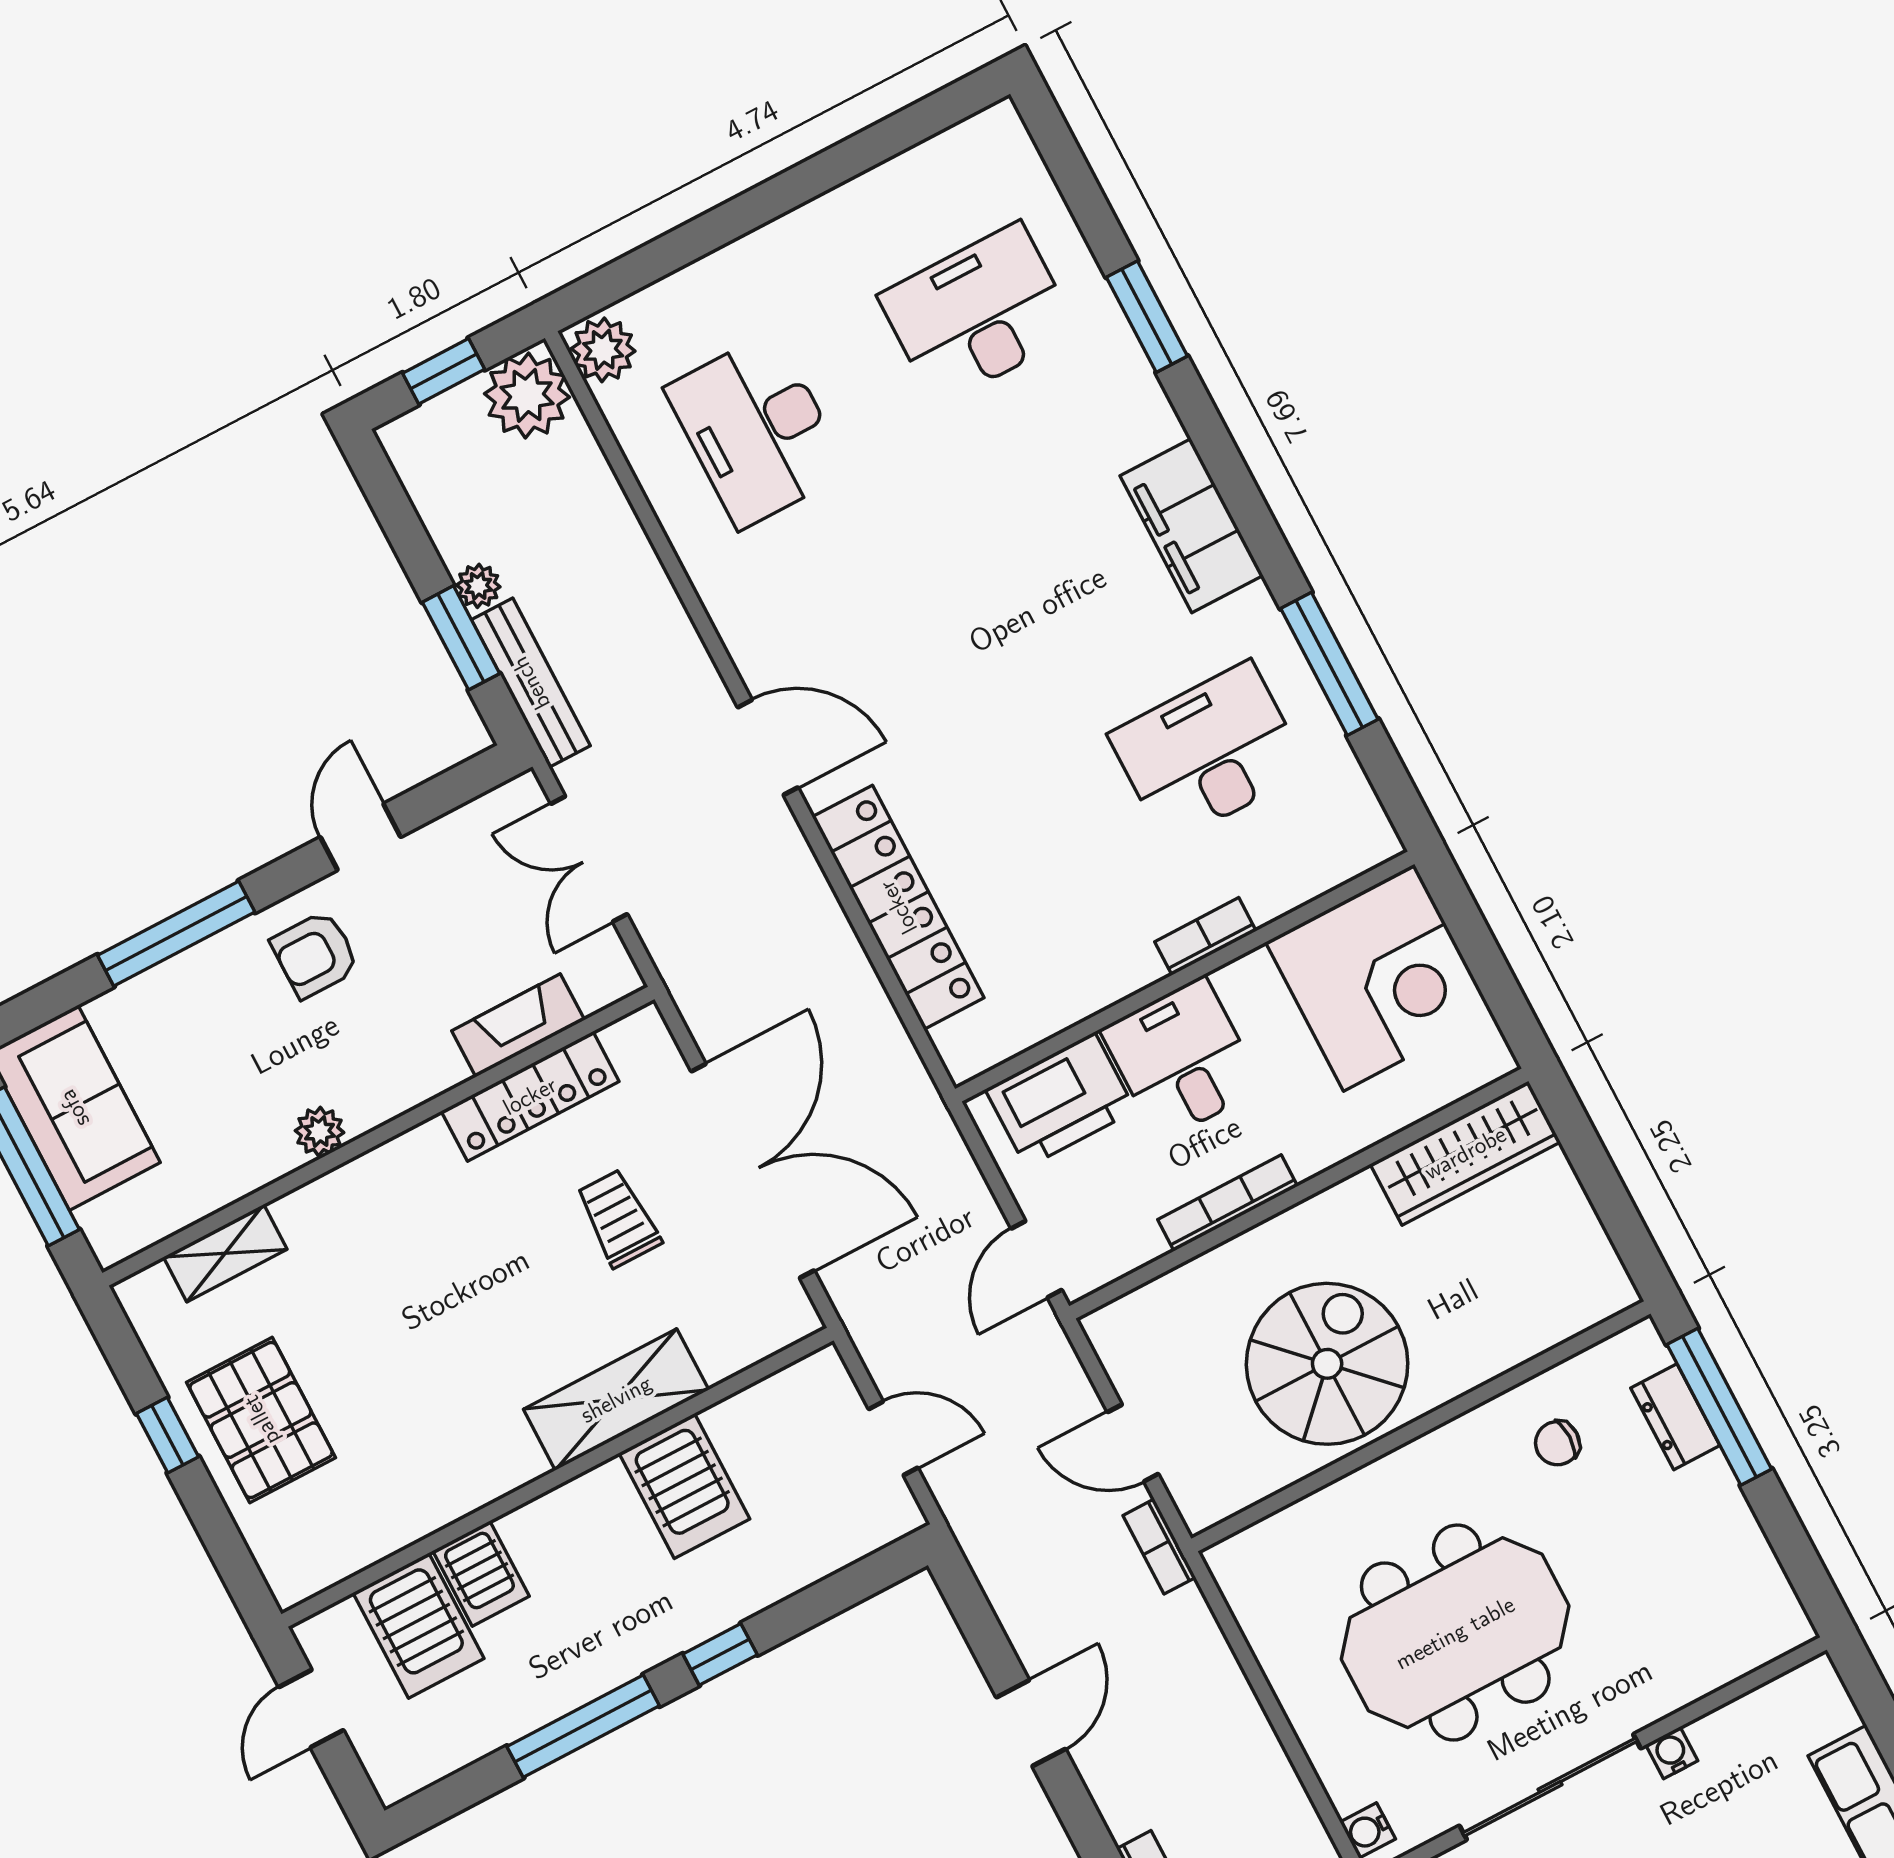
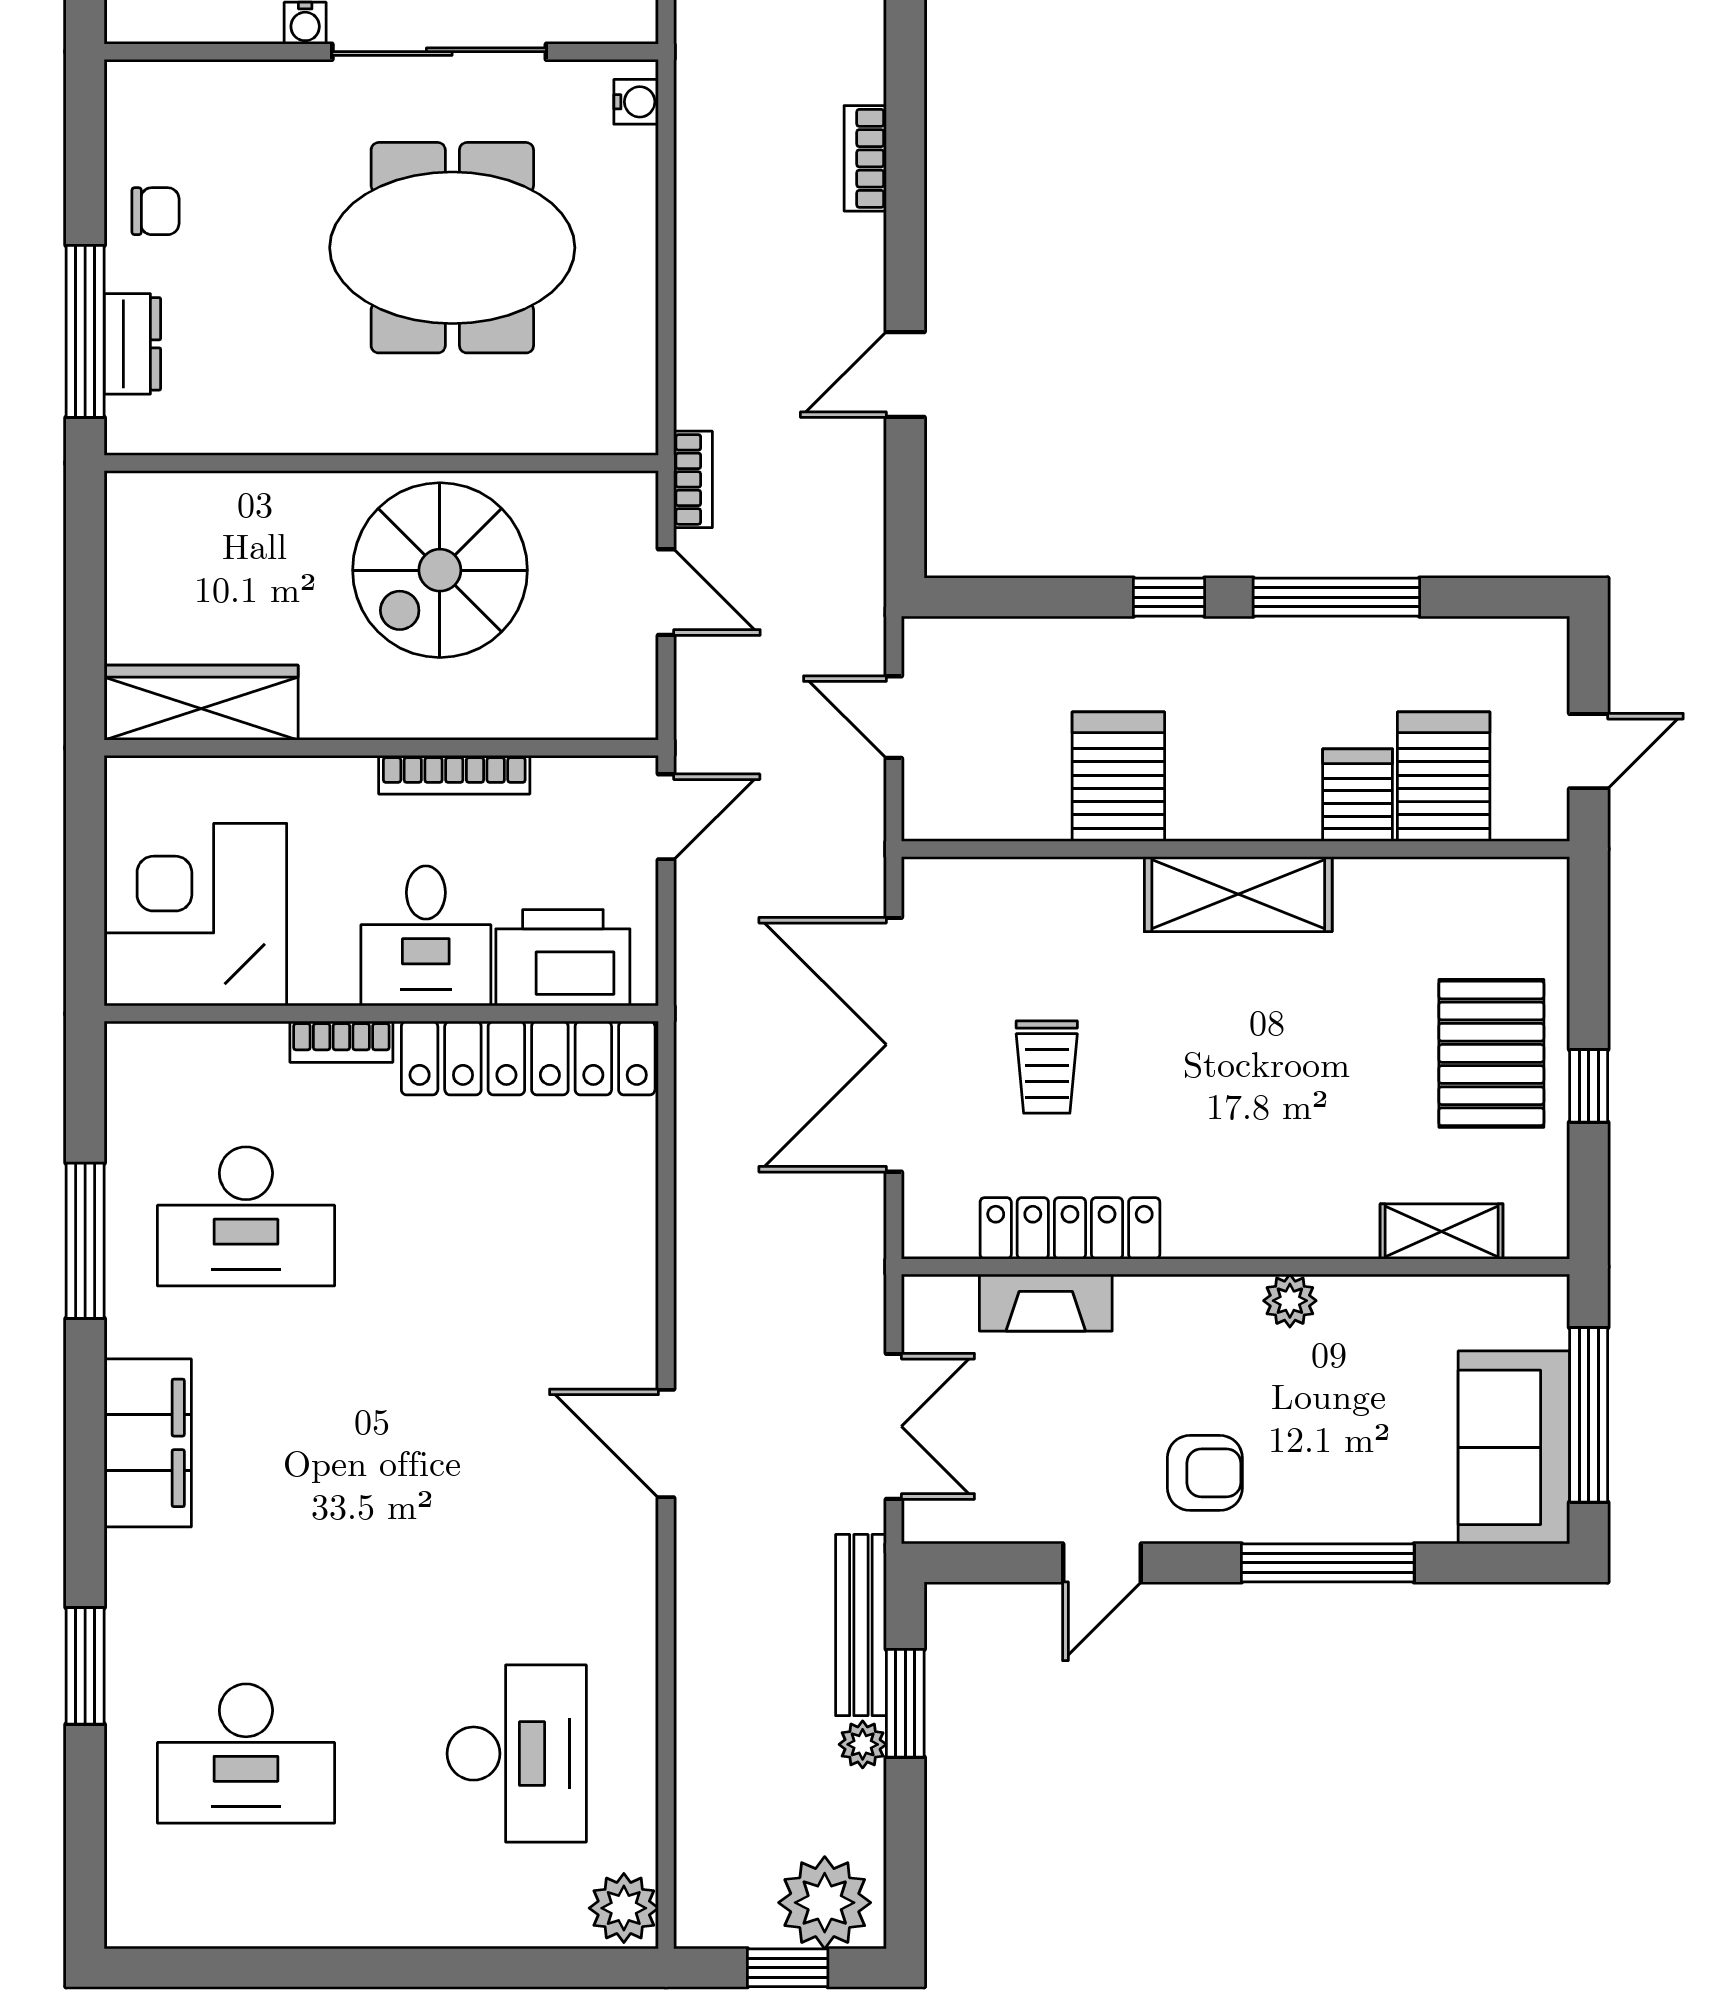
plant: (527, 395) -> (825, 1903), moved
locker: (898, 907) -> (528, 1058), moved, turned -90
shelving: (616, 1399) -> (1238, 894), moved
chair: (1557, 1443) -> (155, 211), moved

